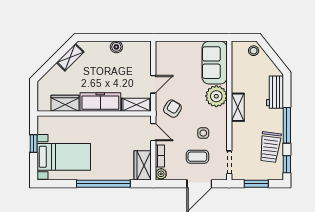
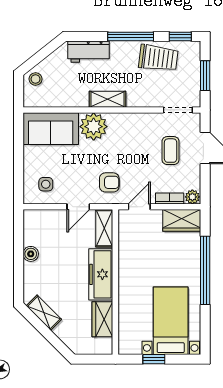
door: (153, 84) -> (78, 207), swing flipped
armchair: (172, 109) -> (109, 182), turned 148
side table: (203, 133) -> (46, 184), moved

